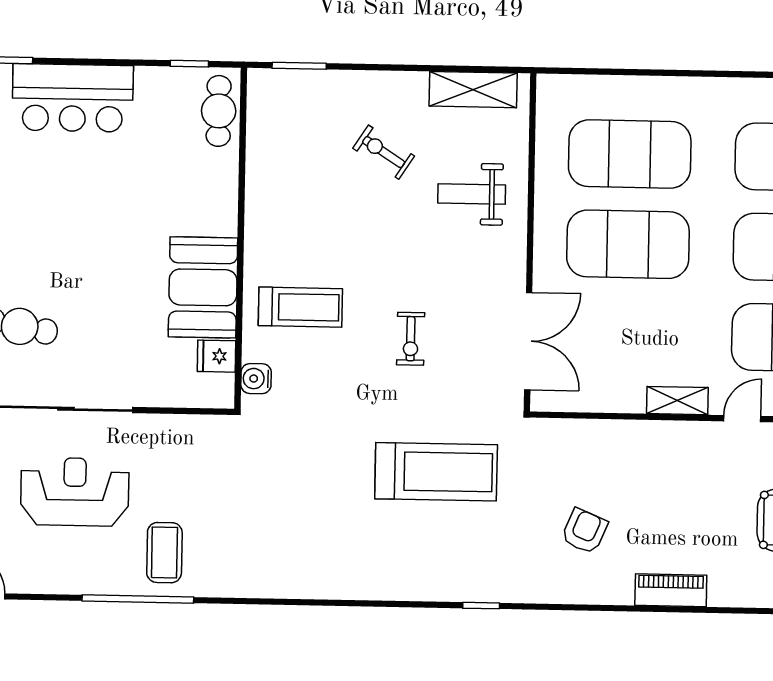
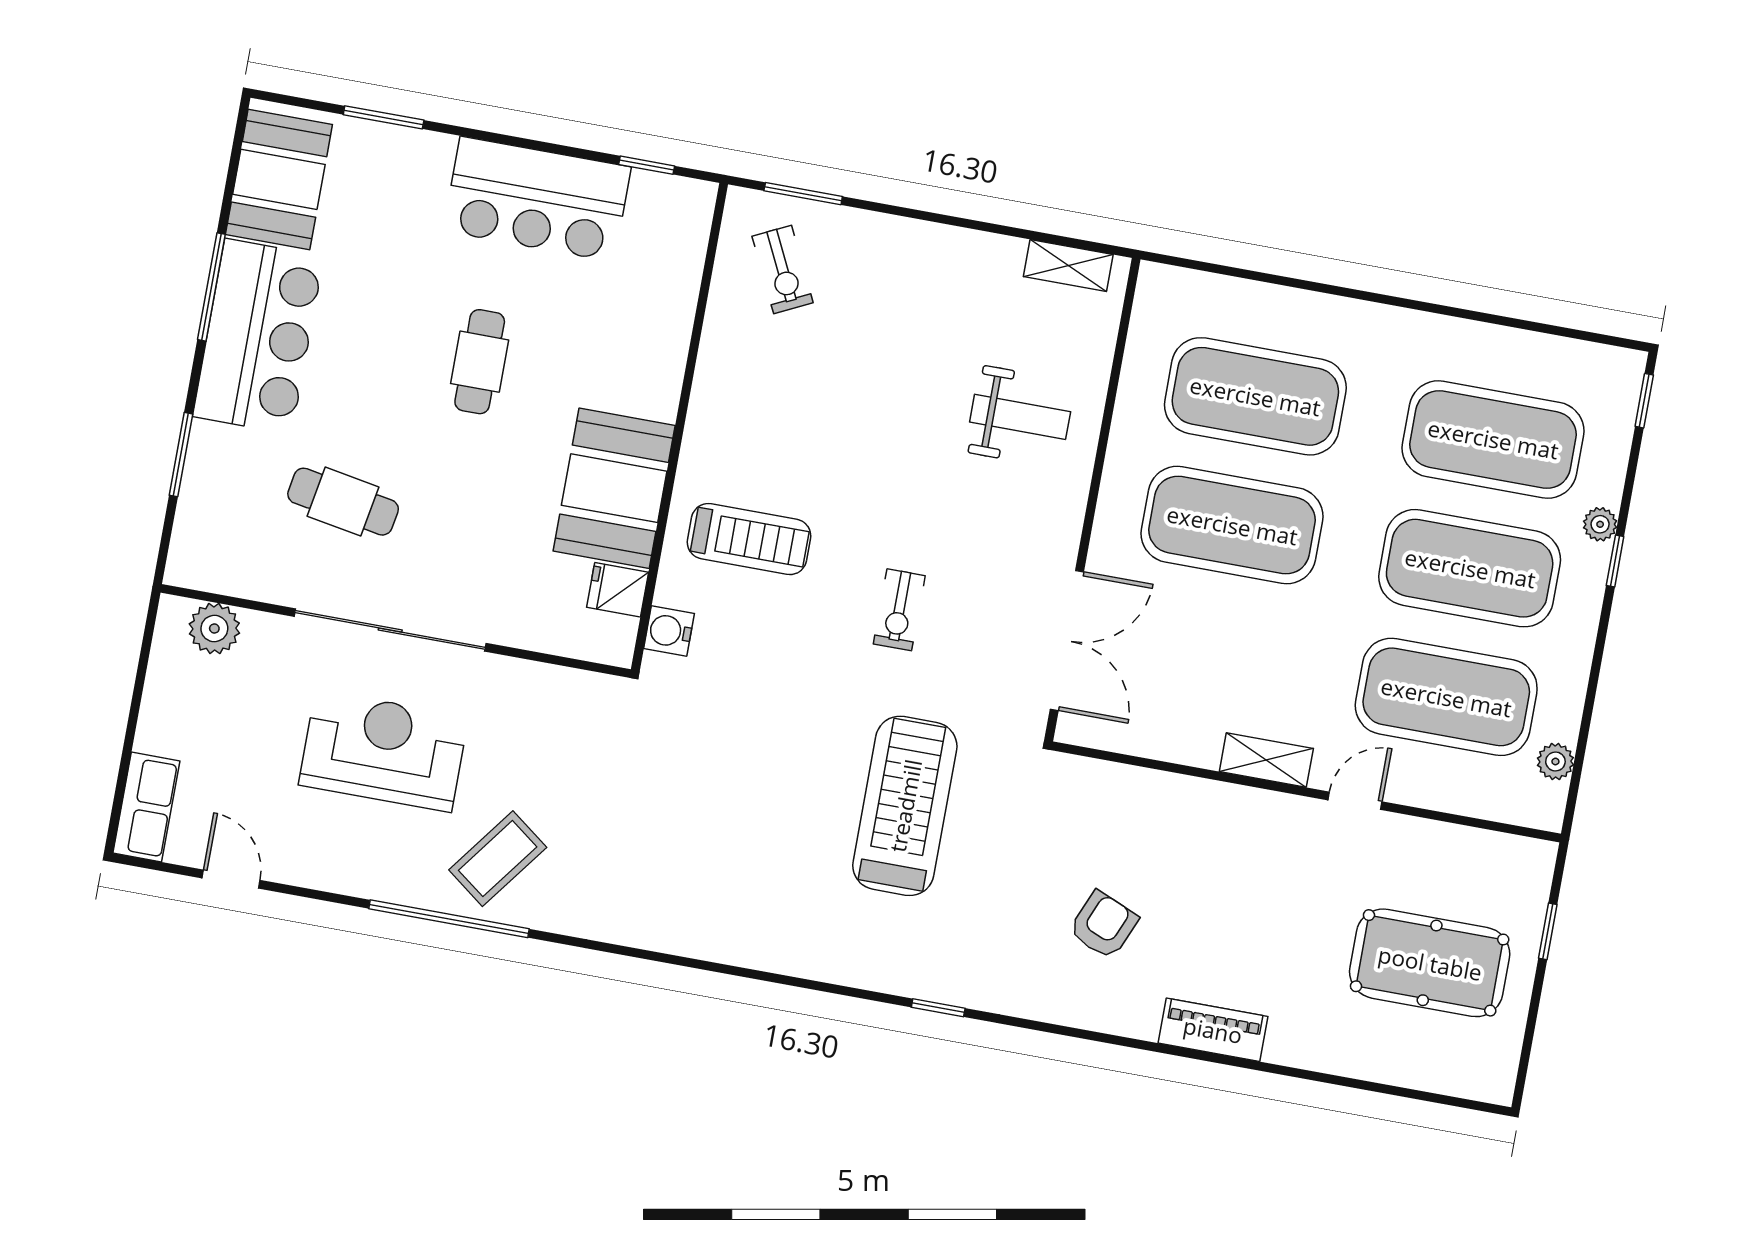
shelving: (473, 90) -> (1068, 266), width x0.67, depth x0.75
bar counter: (73, 98) -> (537, 199), moved
cafe table: (219, 111) -> (480, 362), moved
exercise bike: (384, 152) -> (783, 269), moved, turned -149
weight bench: (472, 194) -> (1020, 417), turned 180
treadmill: (436, 472) -> (905, 806), turned -90
coffee table: (164, 553) -> (498, 859), turned 37

